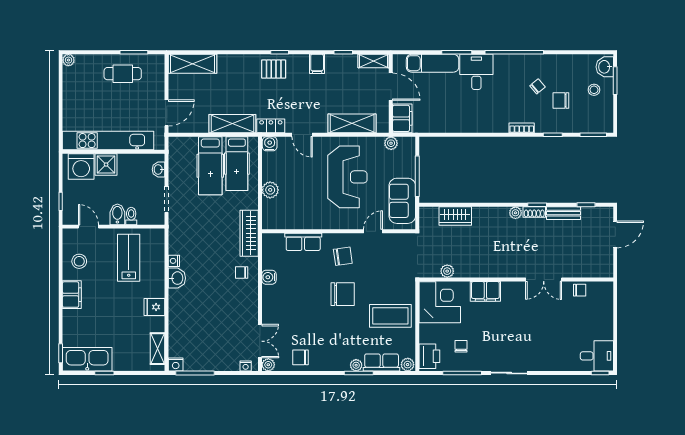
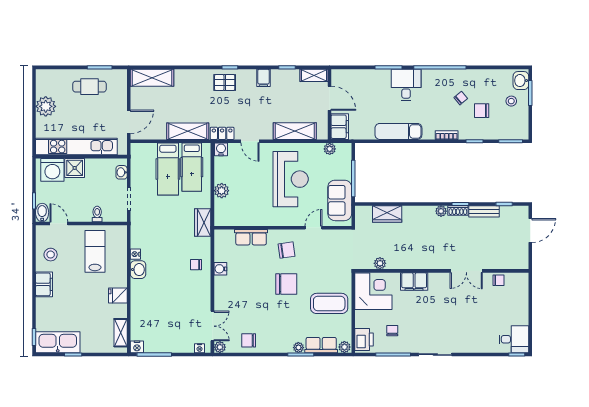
plant: (68, 60) -> (46, 106), moved, width x1.88, depth x1.88
exam couch: (433, 63) -> (398, 131), moved, turned 180
bidet: (117, 214) -> (42, 213), moved
wardrobe: (249, 233) -> (203, 222), width x0.67

